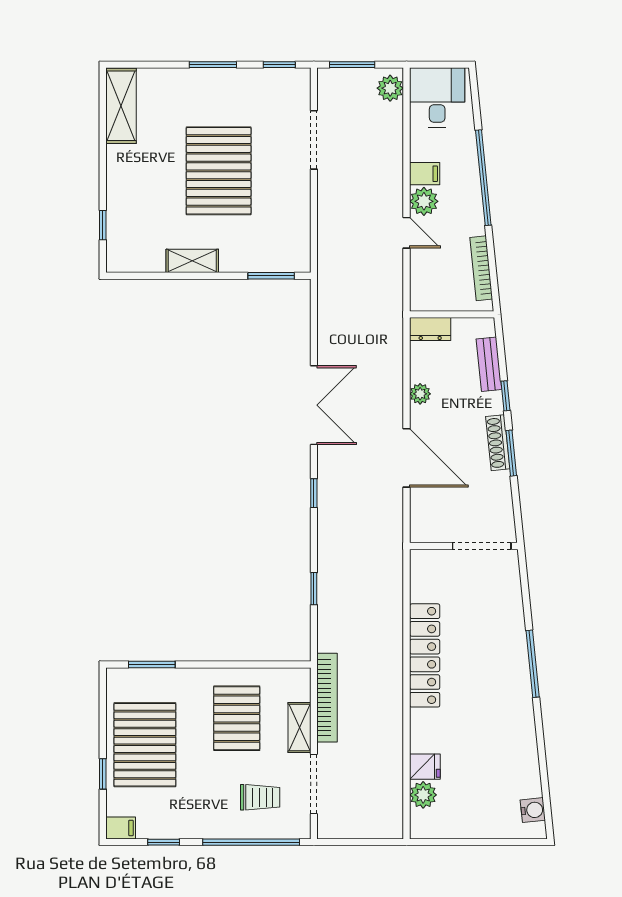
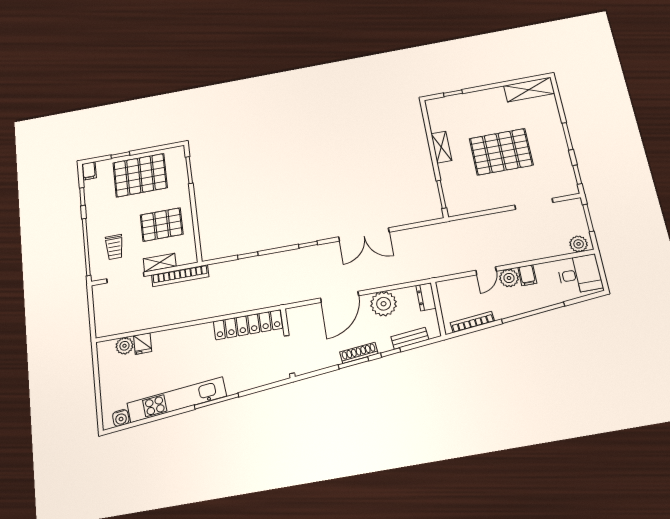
plant: (420, 394) -> (384, 304), width x1.88, depth x1.88
locker: (425, 655) -> (248, 325), moved
kitchen unit: (520, 723) -> (177, 400), added

